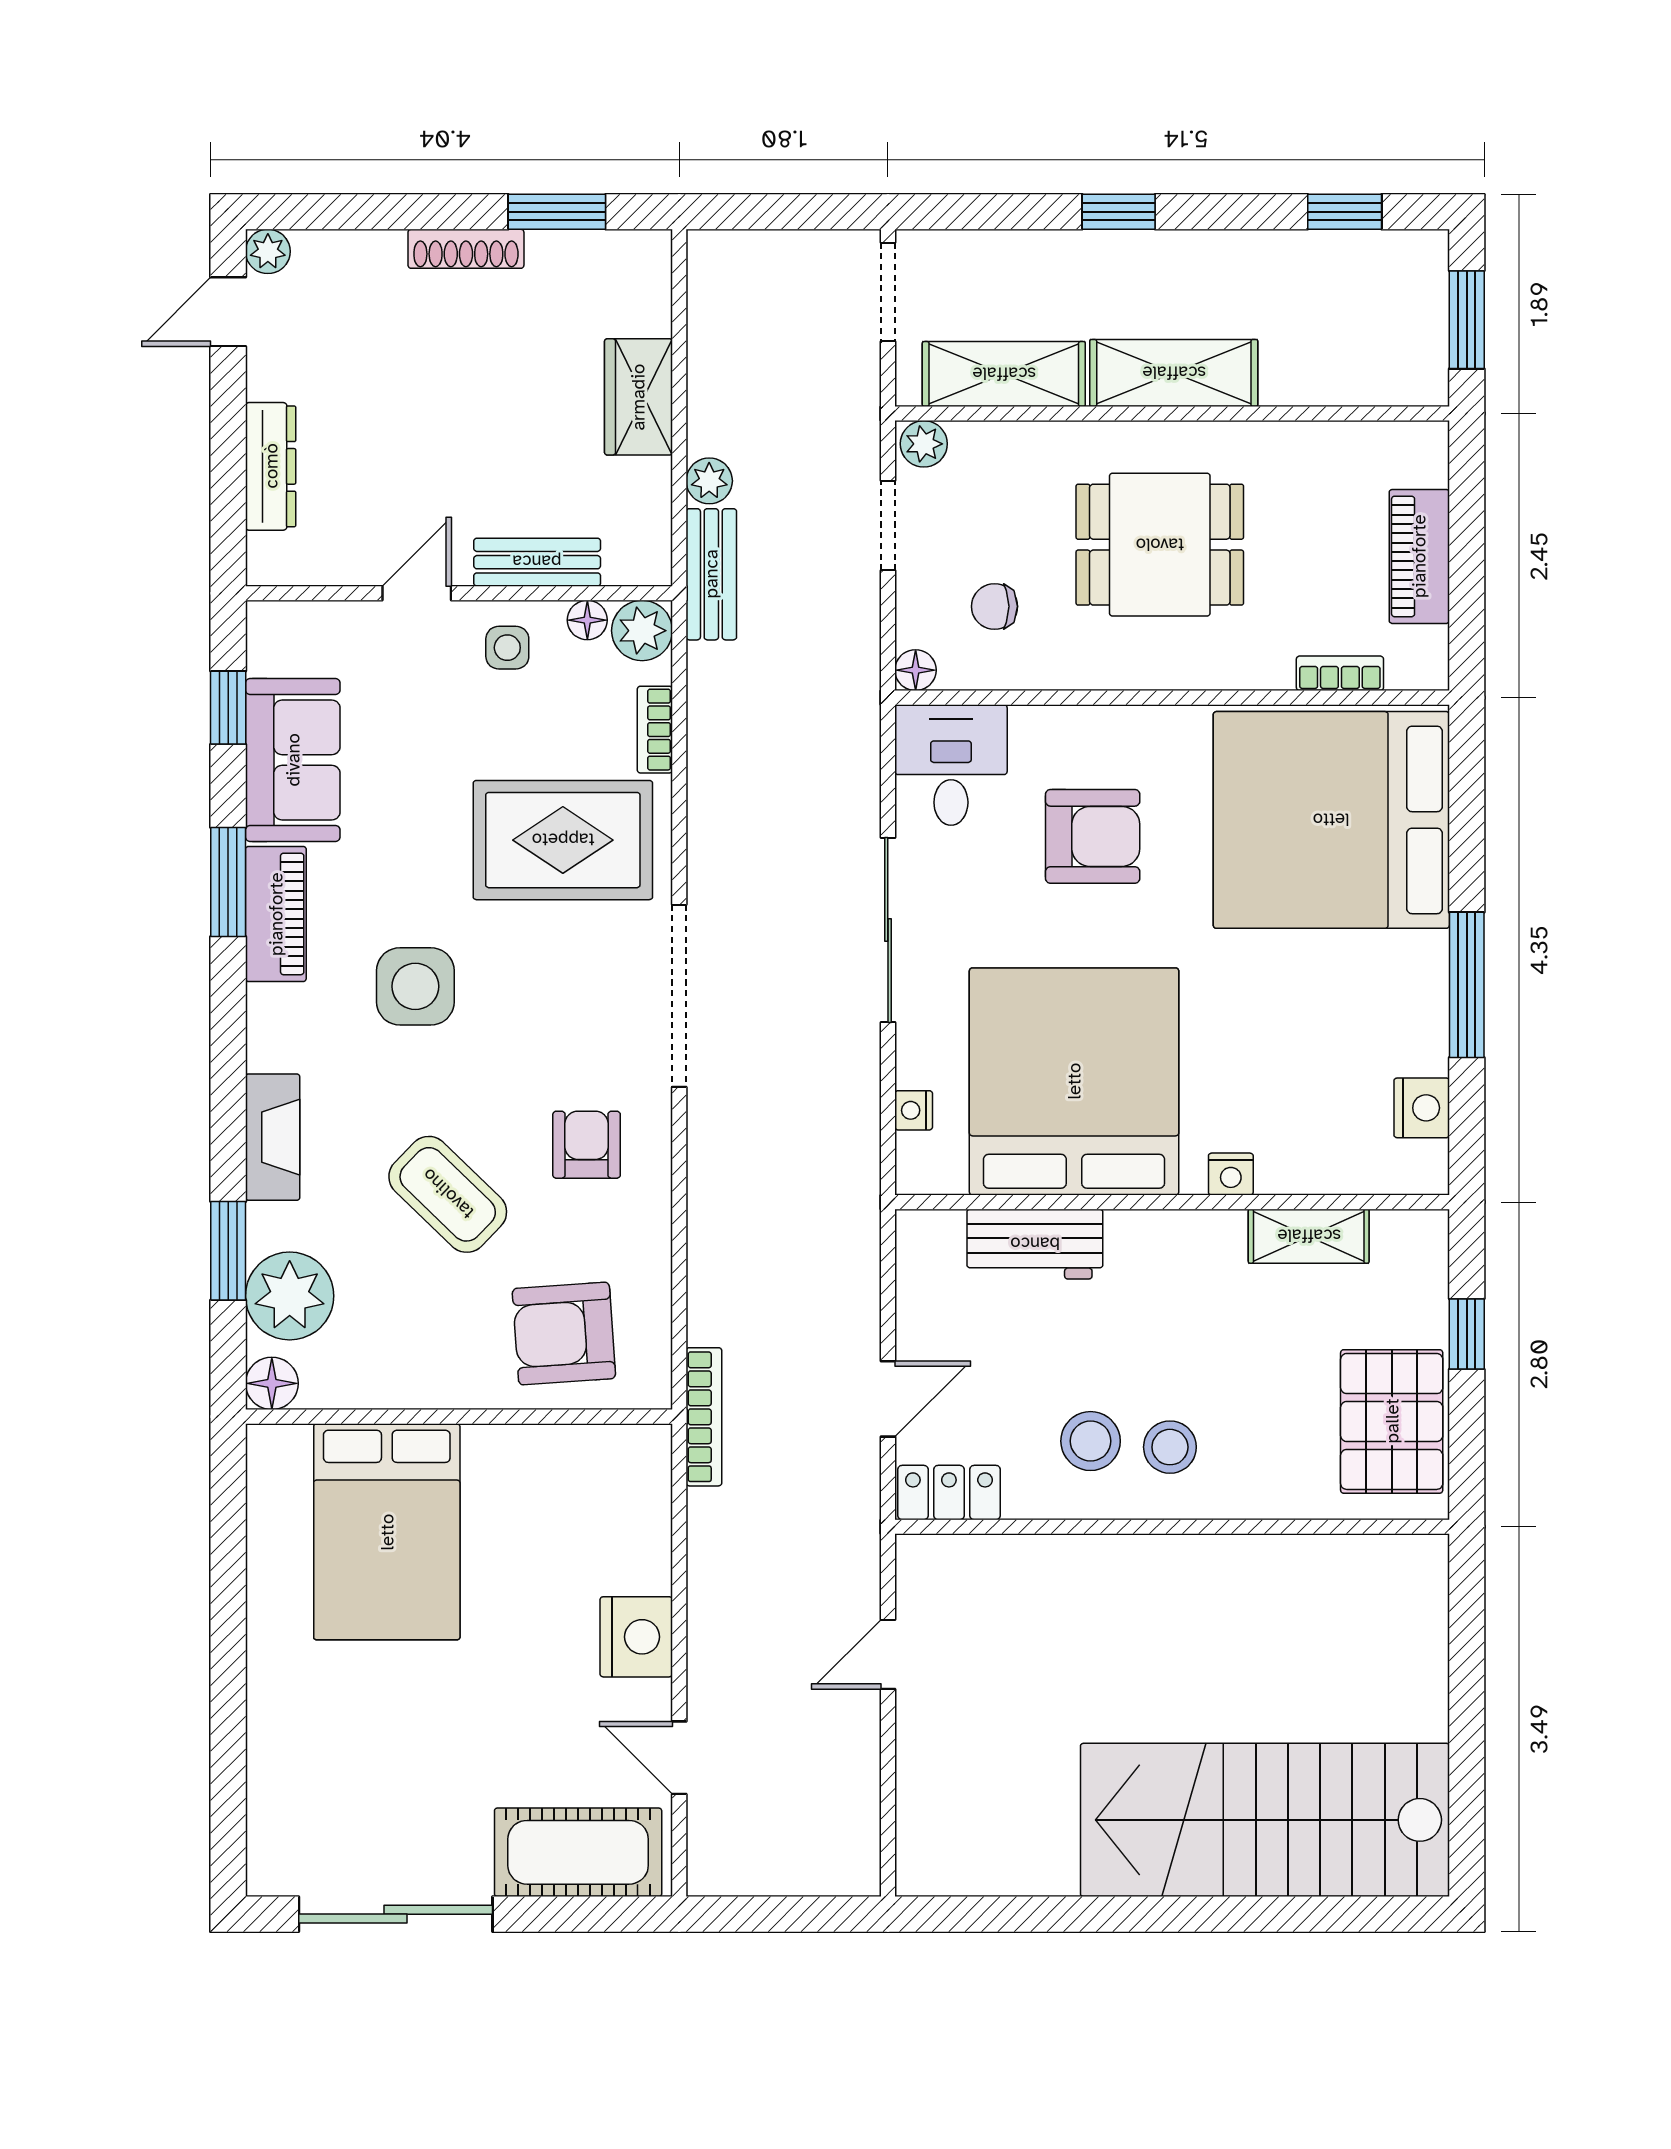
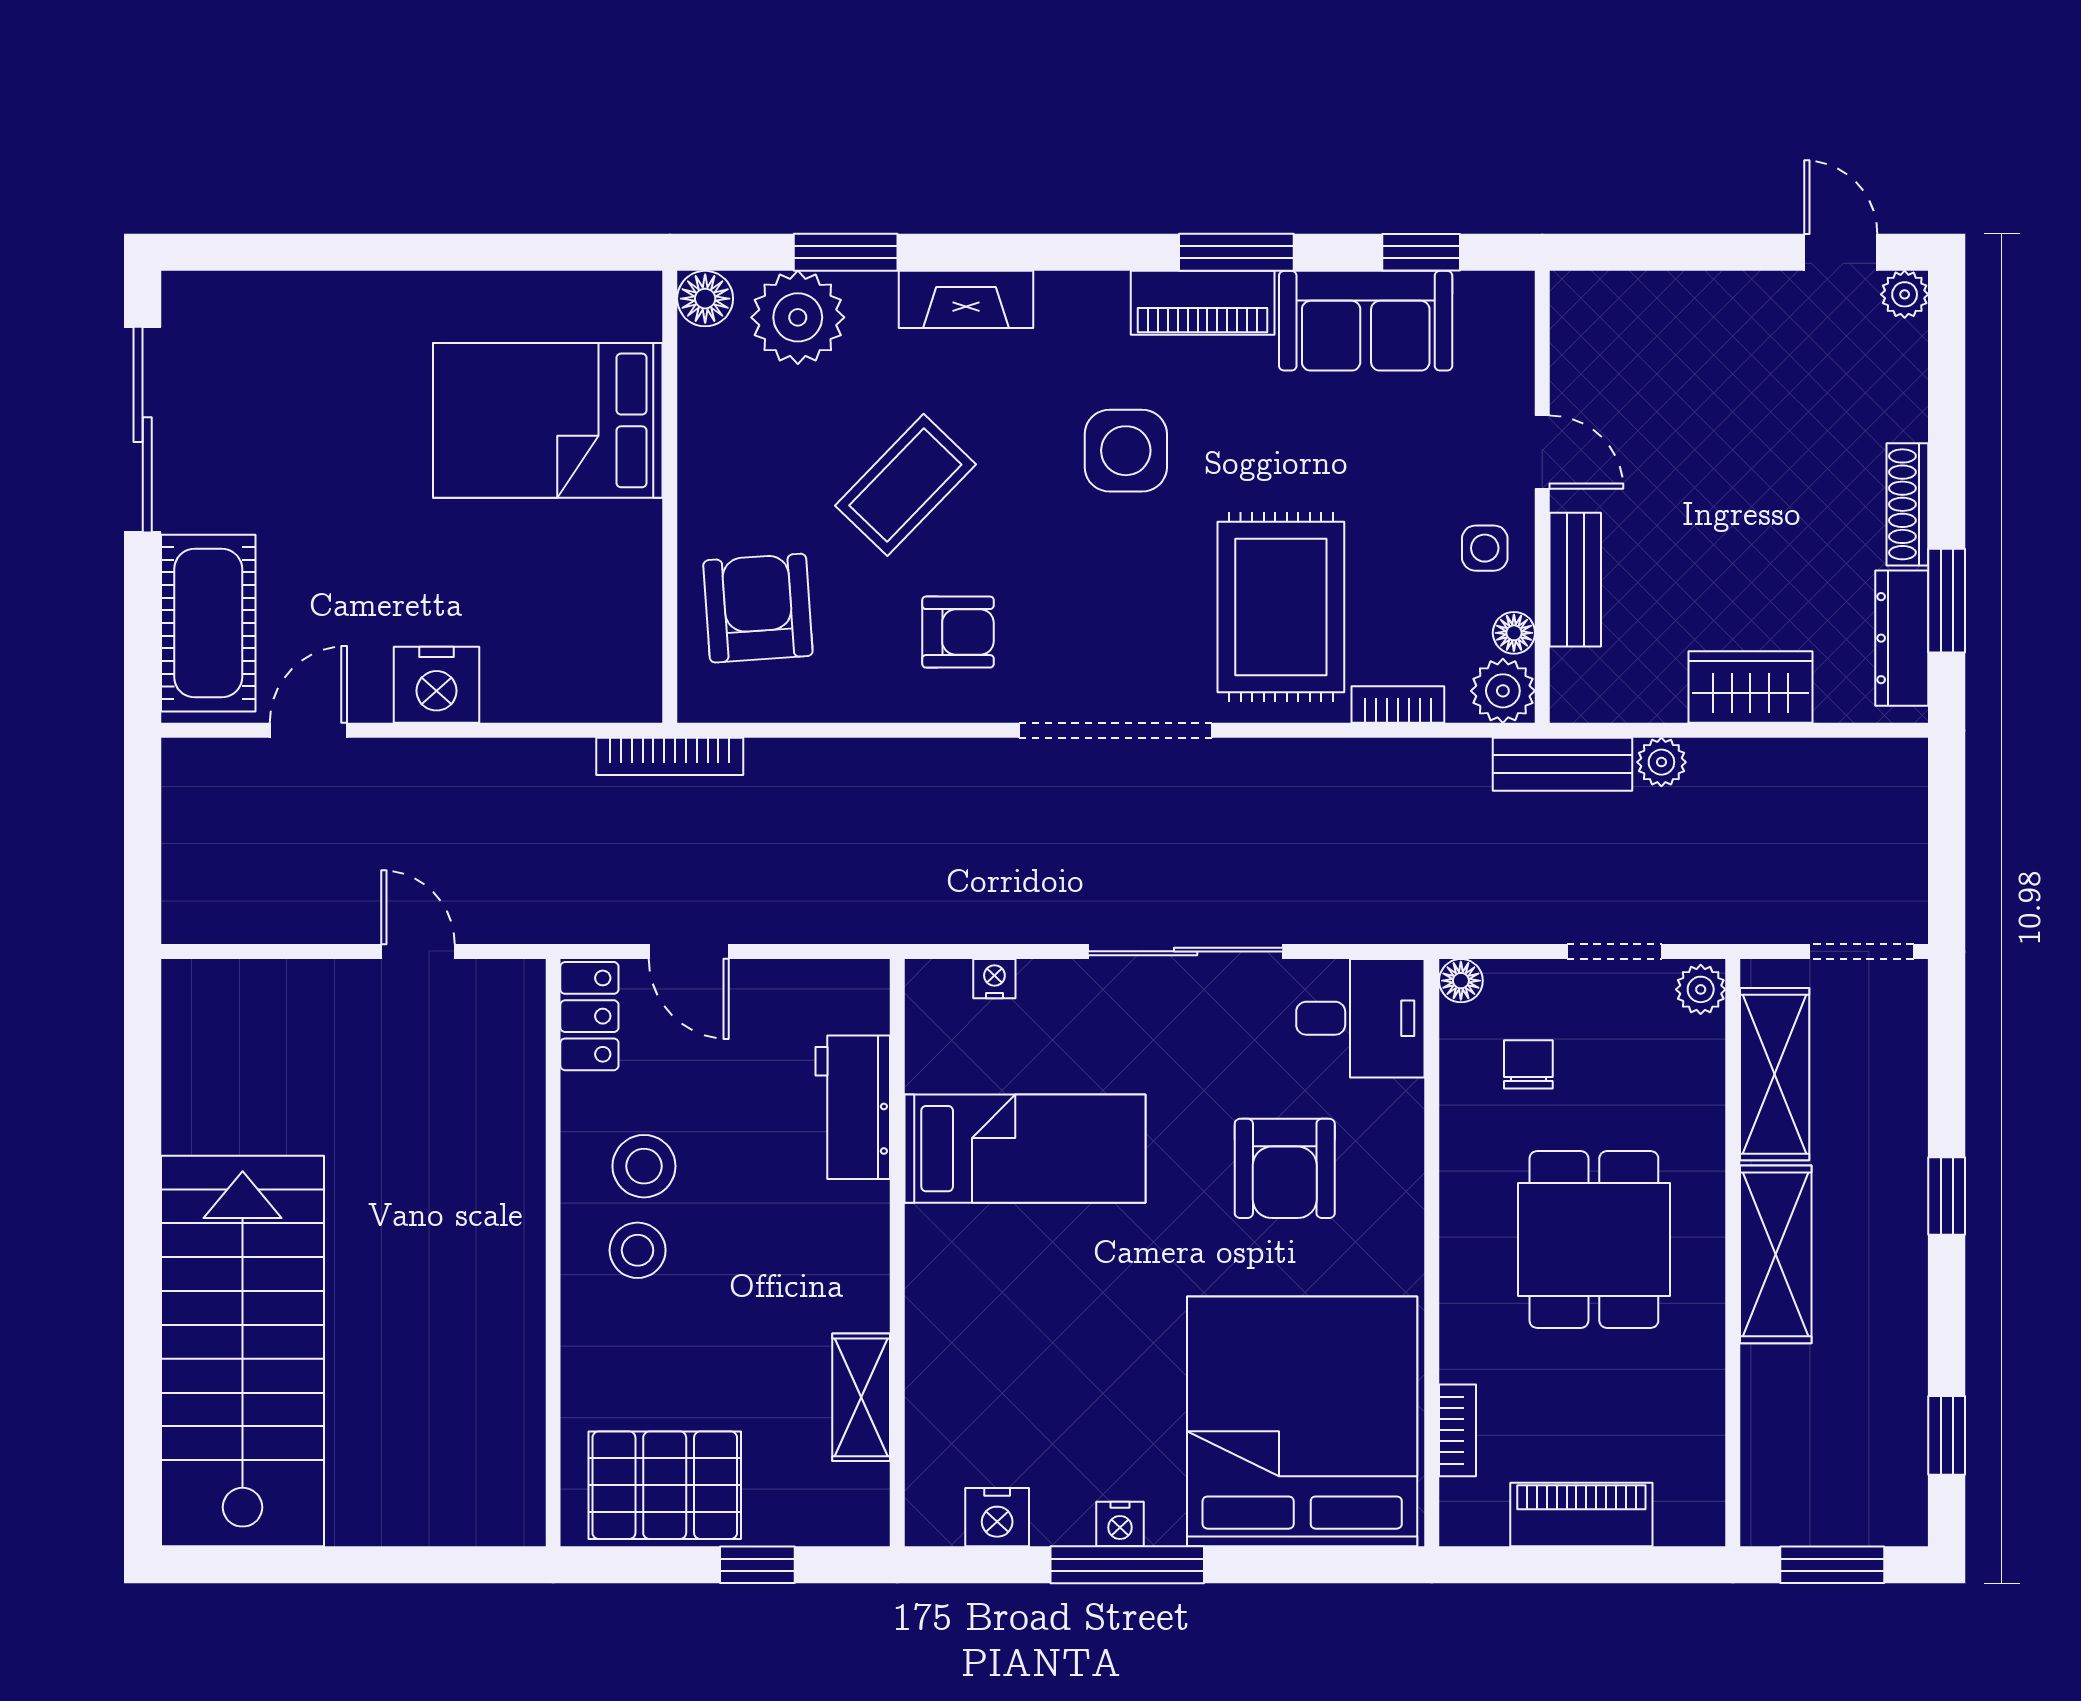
dresser: (271, 466) -> (1902, 638), moved, turned 90
bed: (1074, 1081) -> (1025, 1149), width x0.49
nightstand: (1231, 1174) -> (1120, 1524), moved, turned -90

